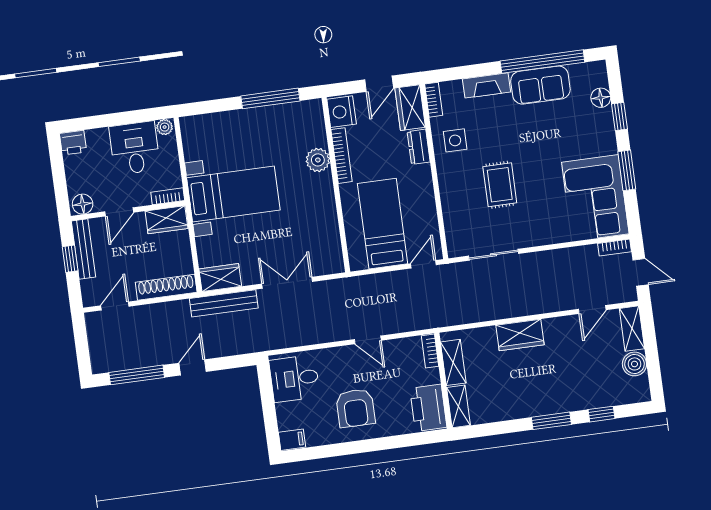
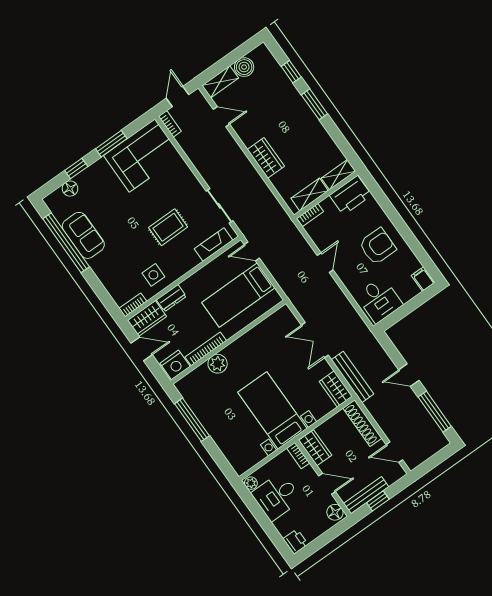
fireplace: (487, 85) -> (214, 245), moved, turned -90

